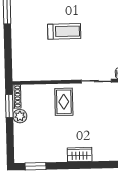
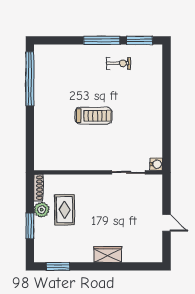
rug: (64, 102) -> (65, 210), moved
window: (9, 106) -> (30, 226), moved

